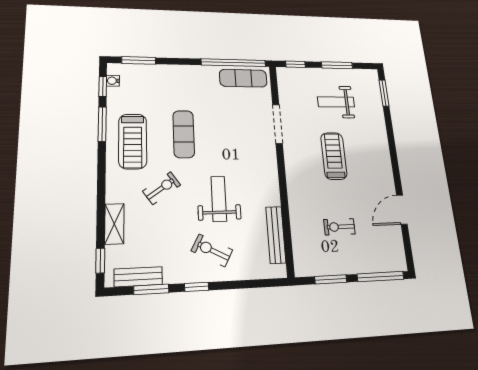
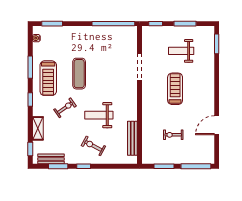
exercise mat: (243, 78) -> (119, 35), removed
window: (103, 86) -> (30, 100), moved
weight bench: (219, 199) -> (99, 115), turned -90

